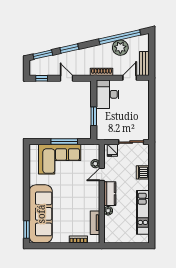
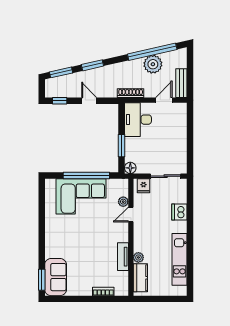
floor lamp: (101, 135) -> (130, 168), added
window: (64, 141) -> (86, 175), width x1.46
kitchen counter: (110, 194) -> (140, 278), moved
sofa: (41, 214) -> (56, 277), width x0.54, depth x0.79
tv unit: (95, 223) -> (123, 257), moved

